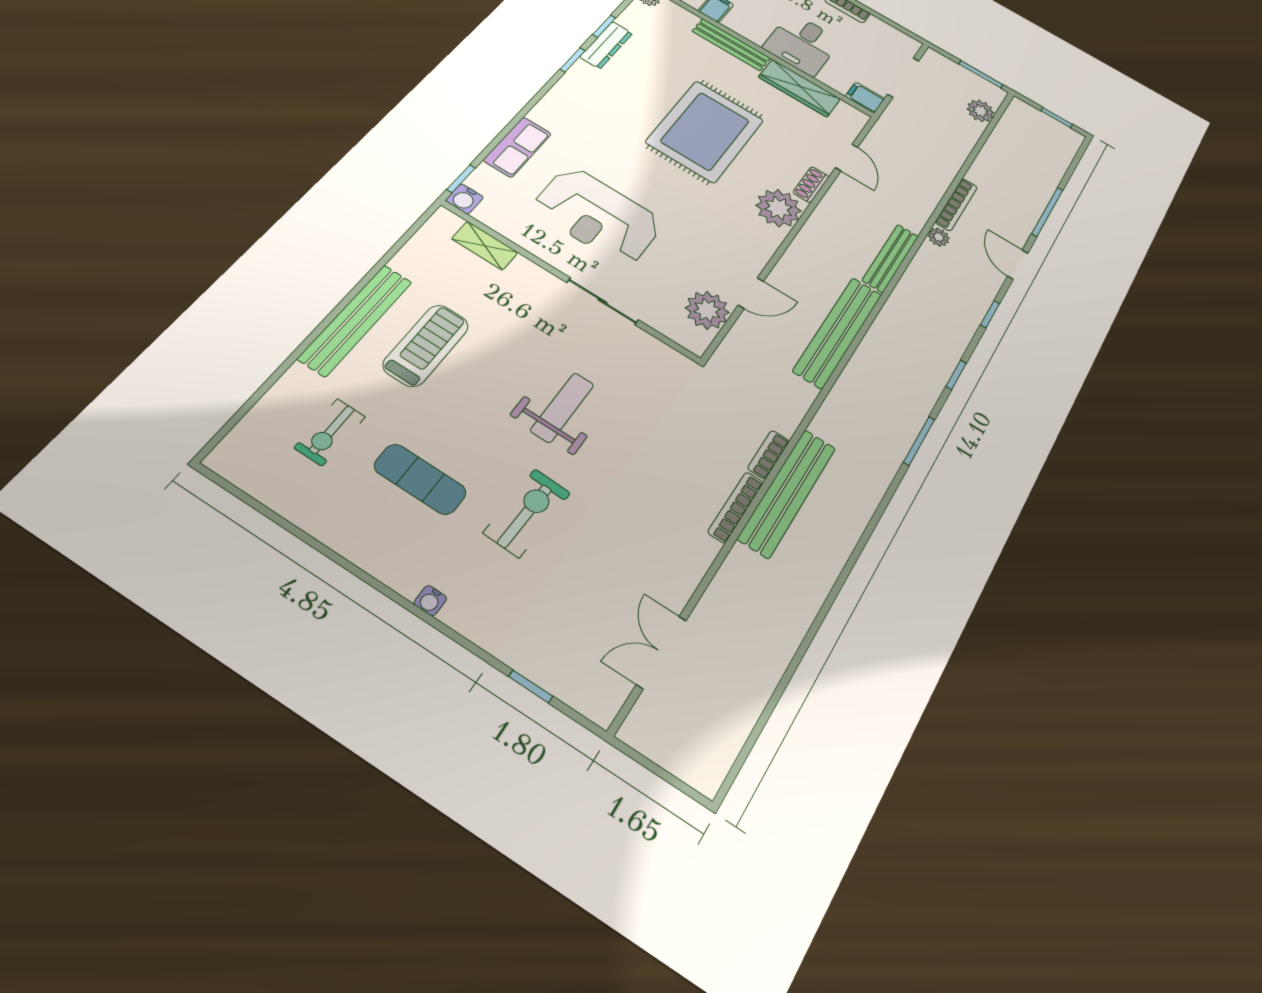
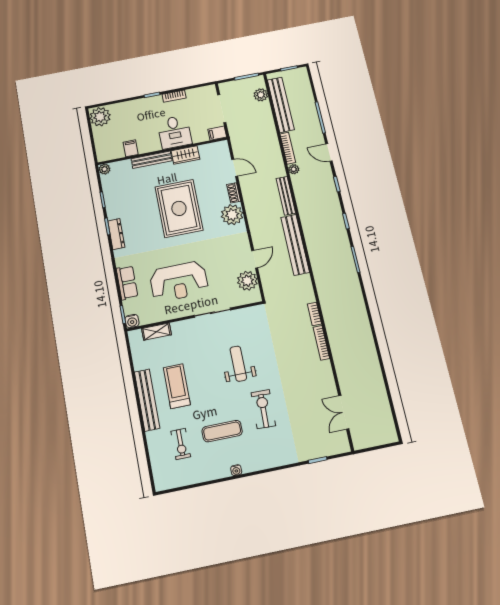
dresser: (606, 45) -> (116, 234), moved
wardrobe: (799, 88) -> (185, 155), width x0.67
bench: (787, 493) -> (281, 105), moved
water cooler: (430, 601) -> (236, 470), moved

